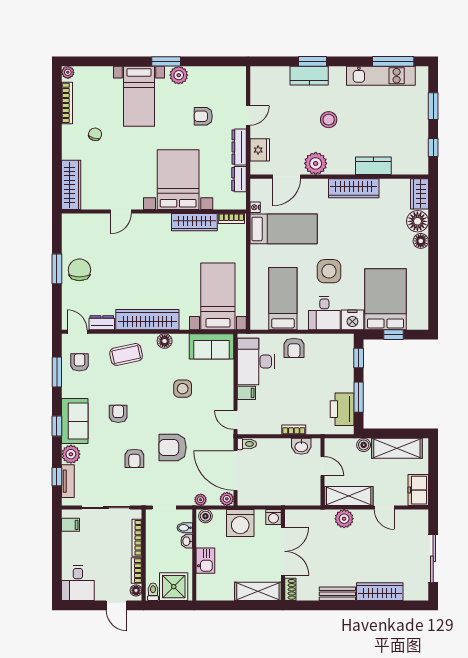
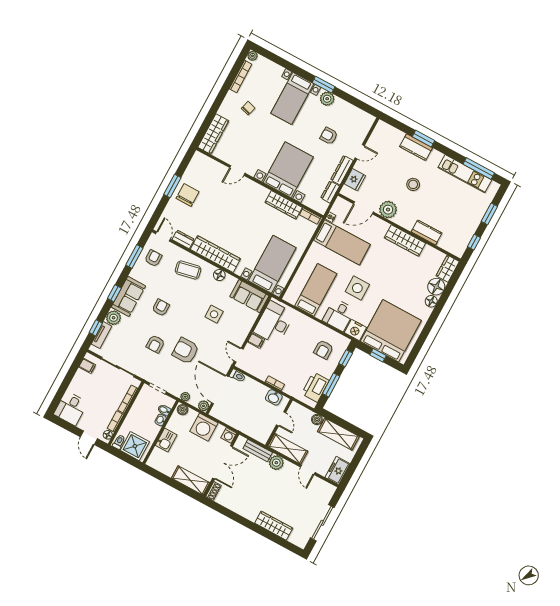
bed: (385, 299) -> (391, 331), width x1.36
armchair: (294, 348) -> (324, 349), moved
bench: (337, 594) -> (258, 450), moved

